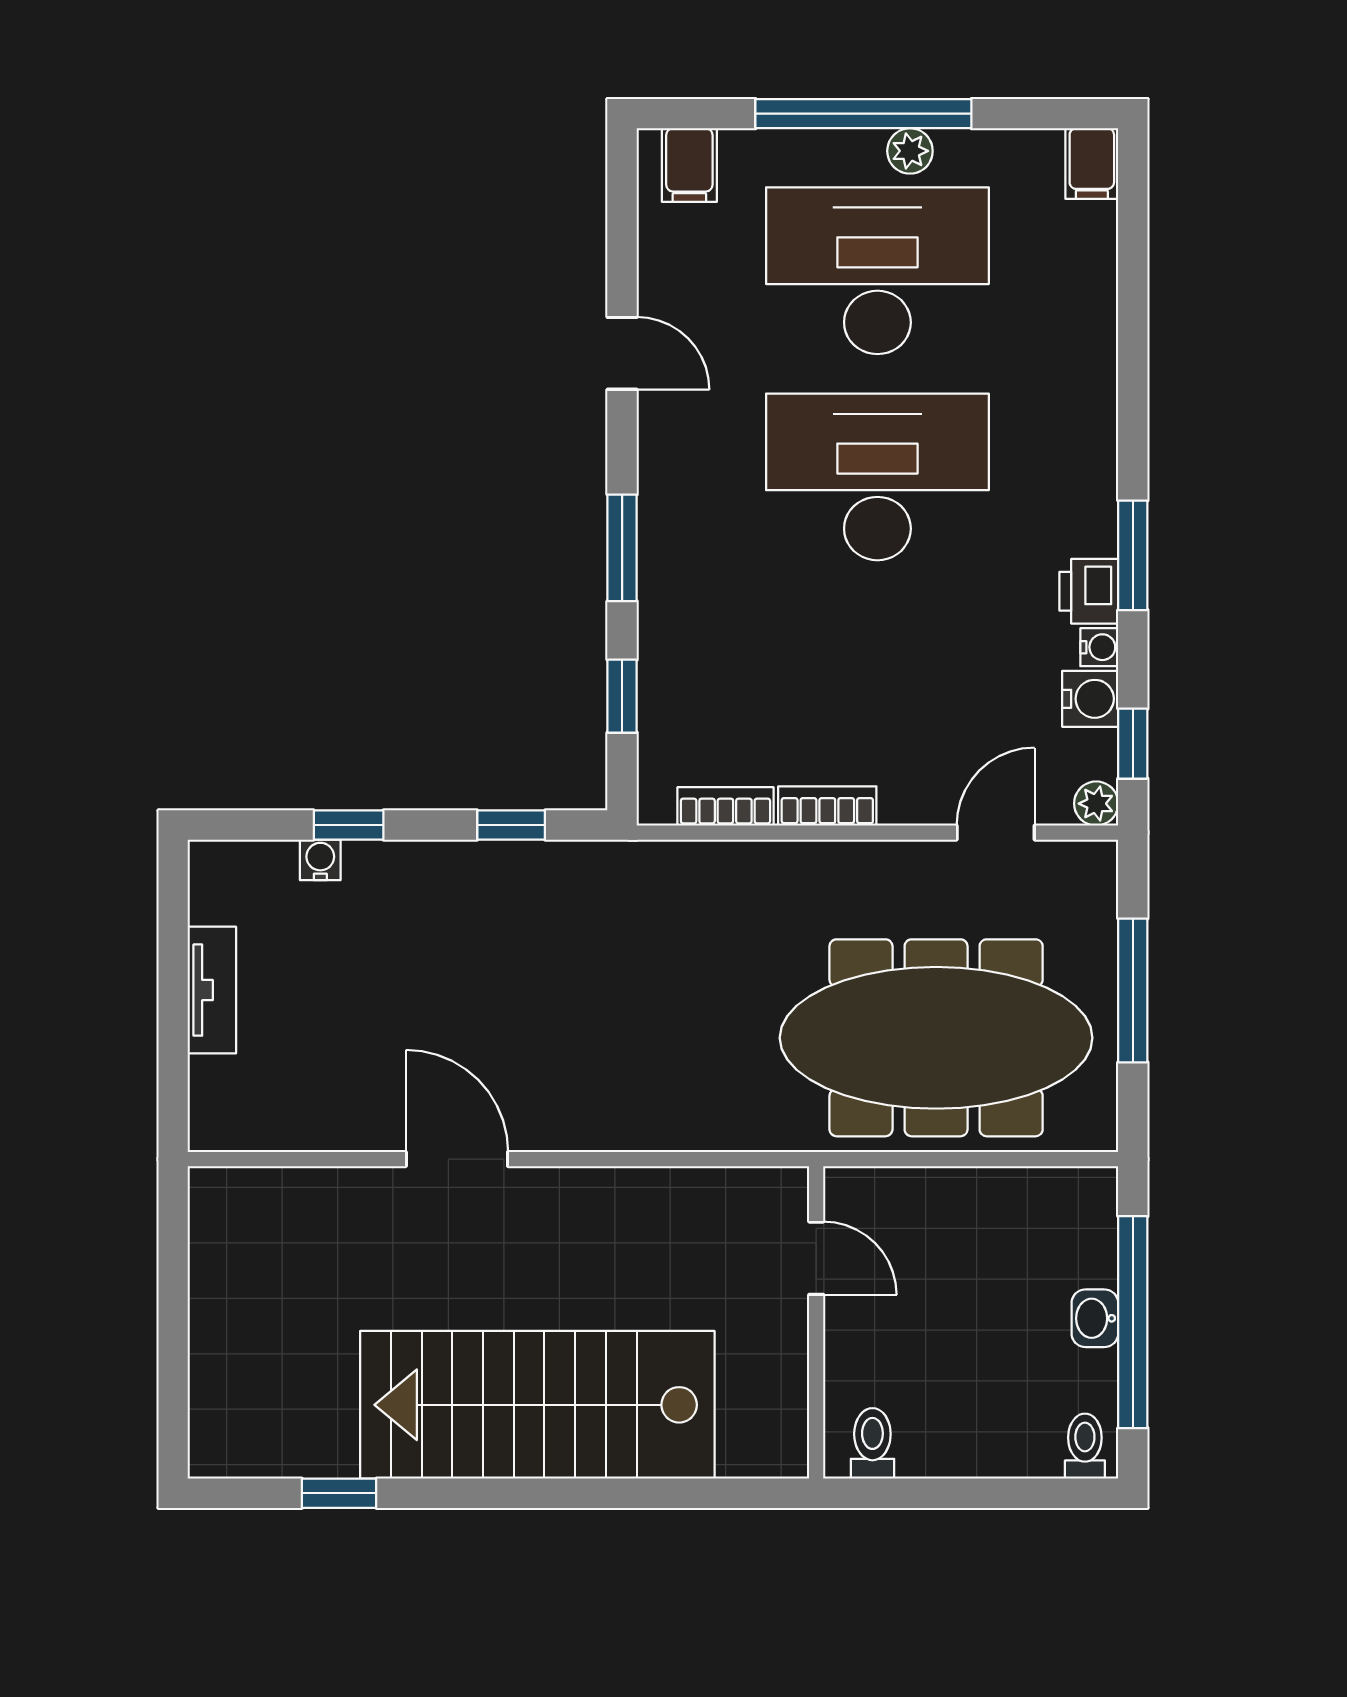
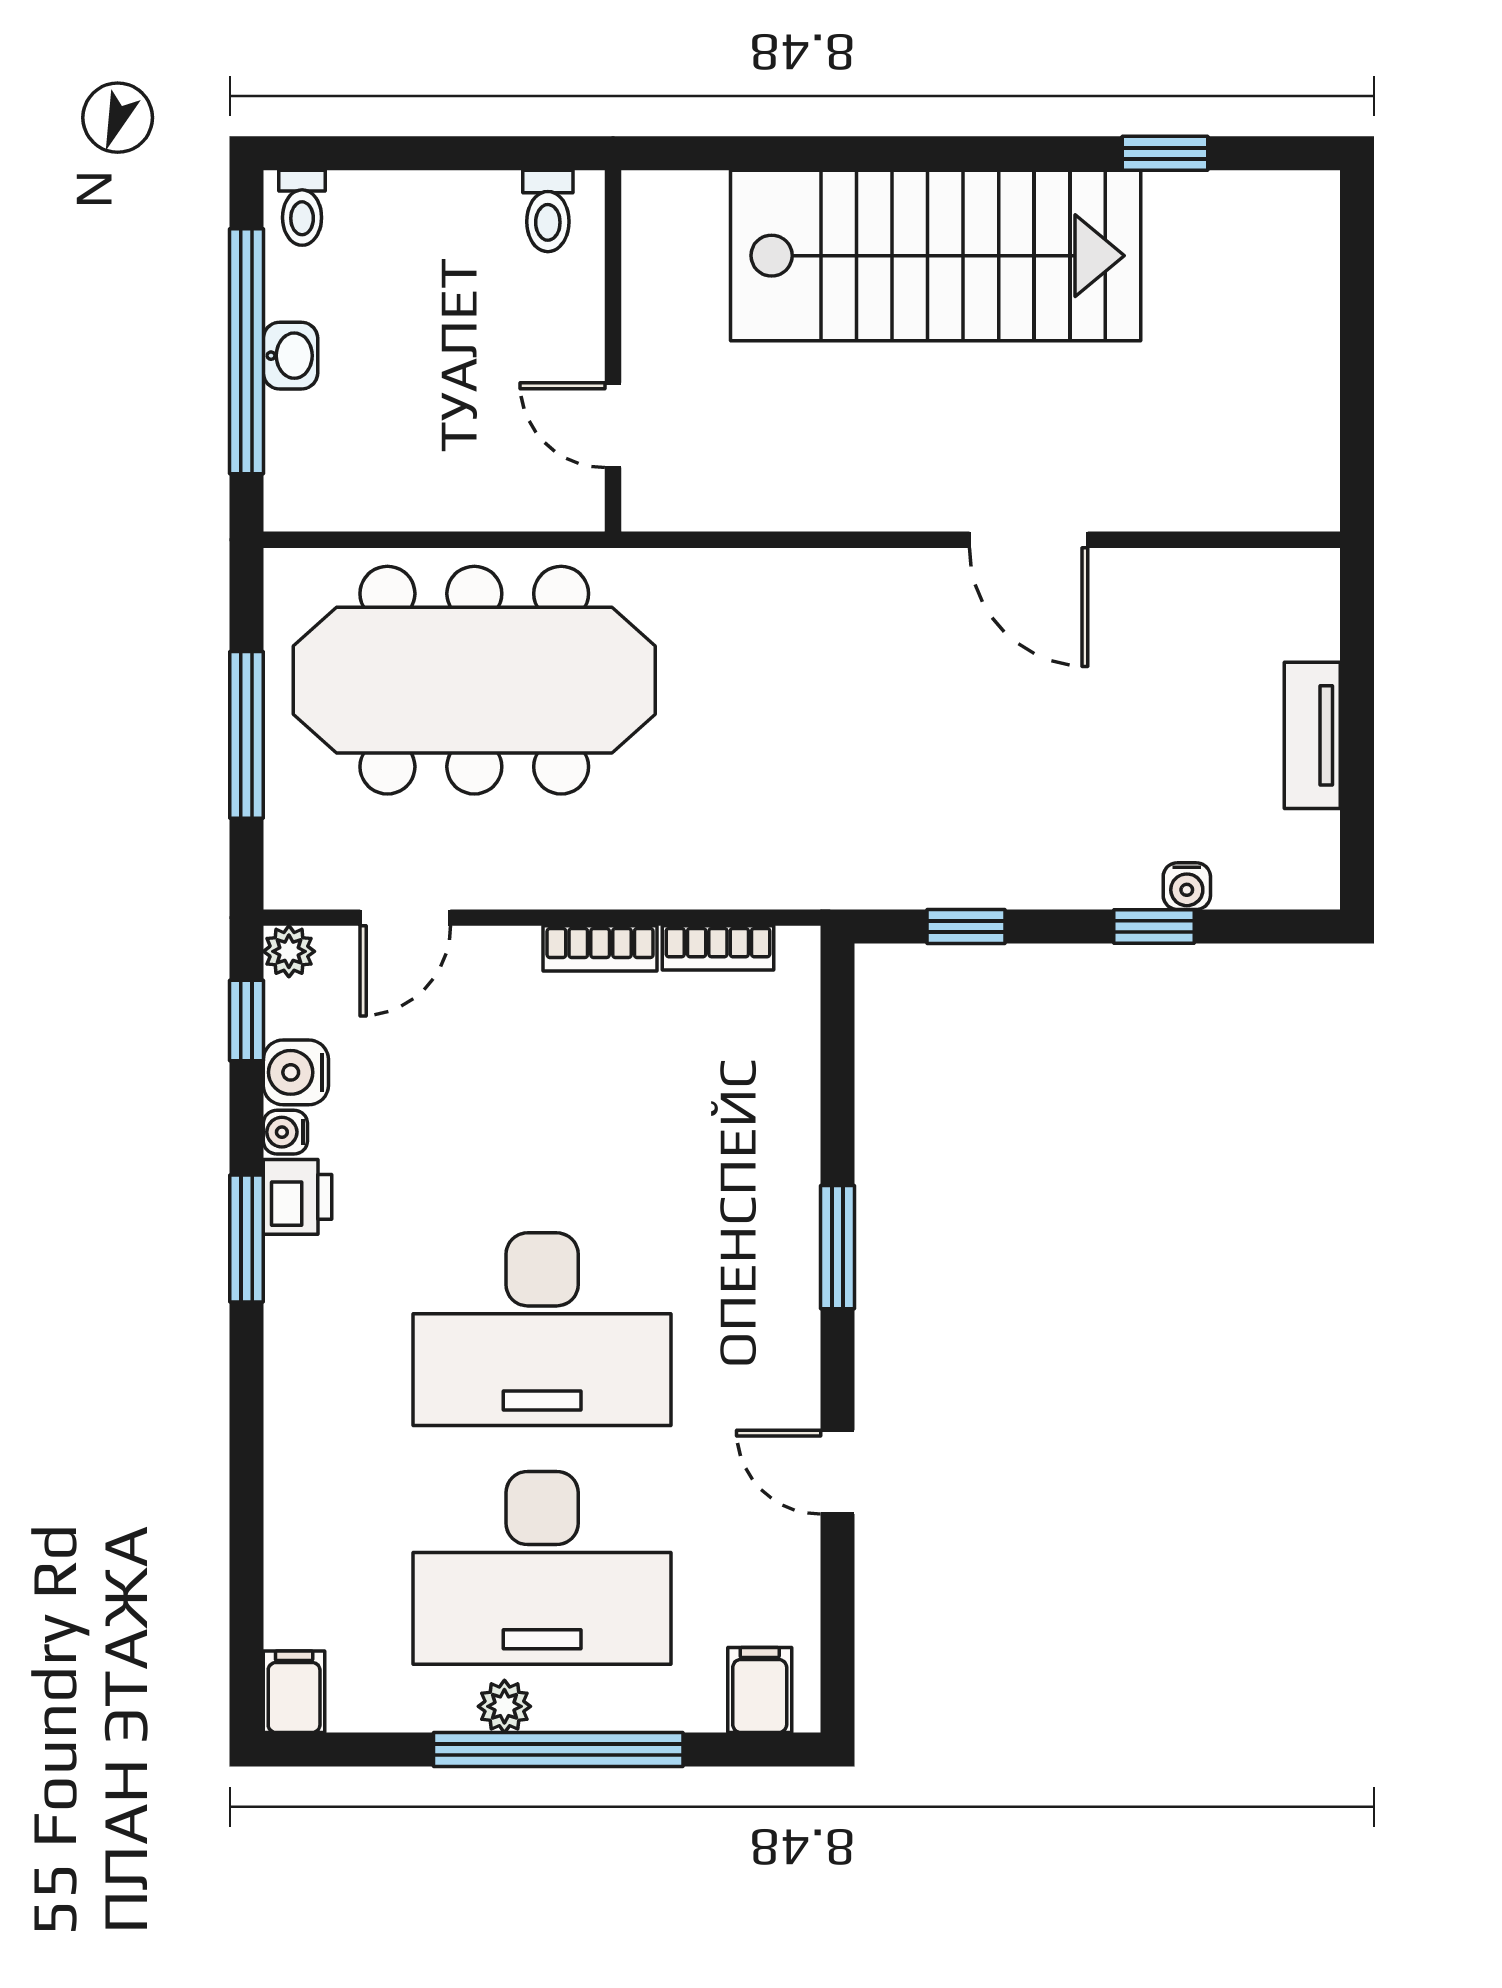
window: (622, 696) -> (838, 1076), removed

